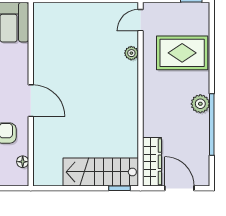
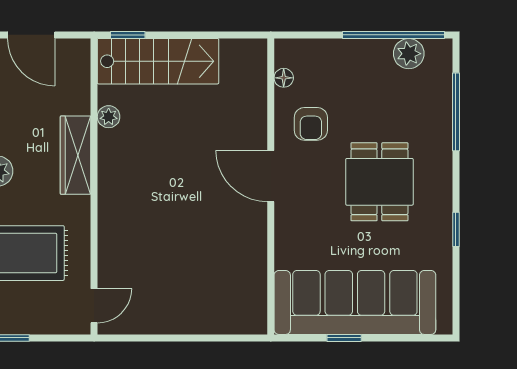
plant: (131, 53) -> (109, 117), moved
wardrobe: (152, 162) -> (76, 155), moved

